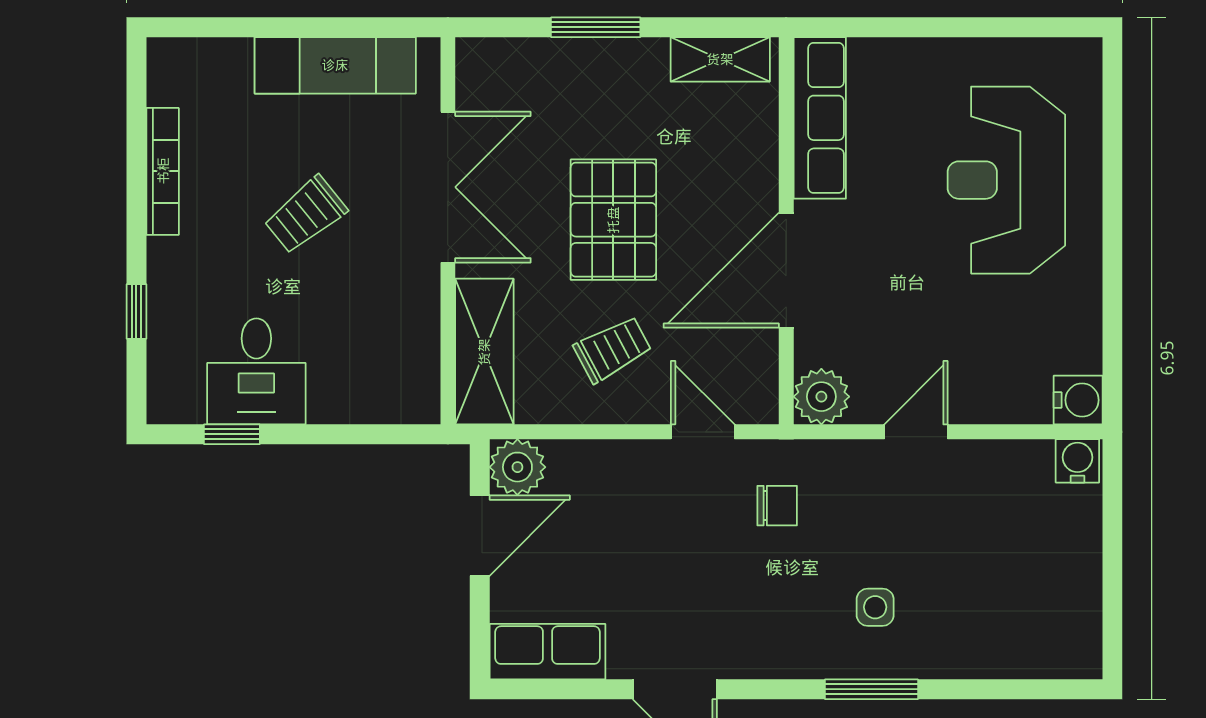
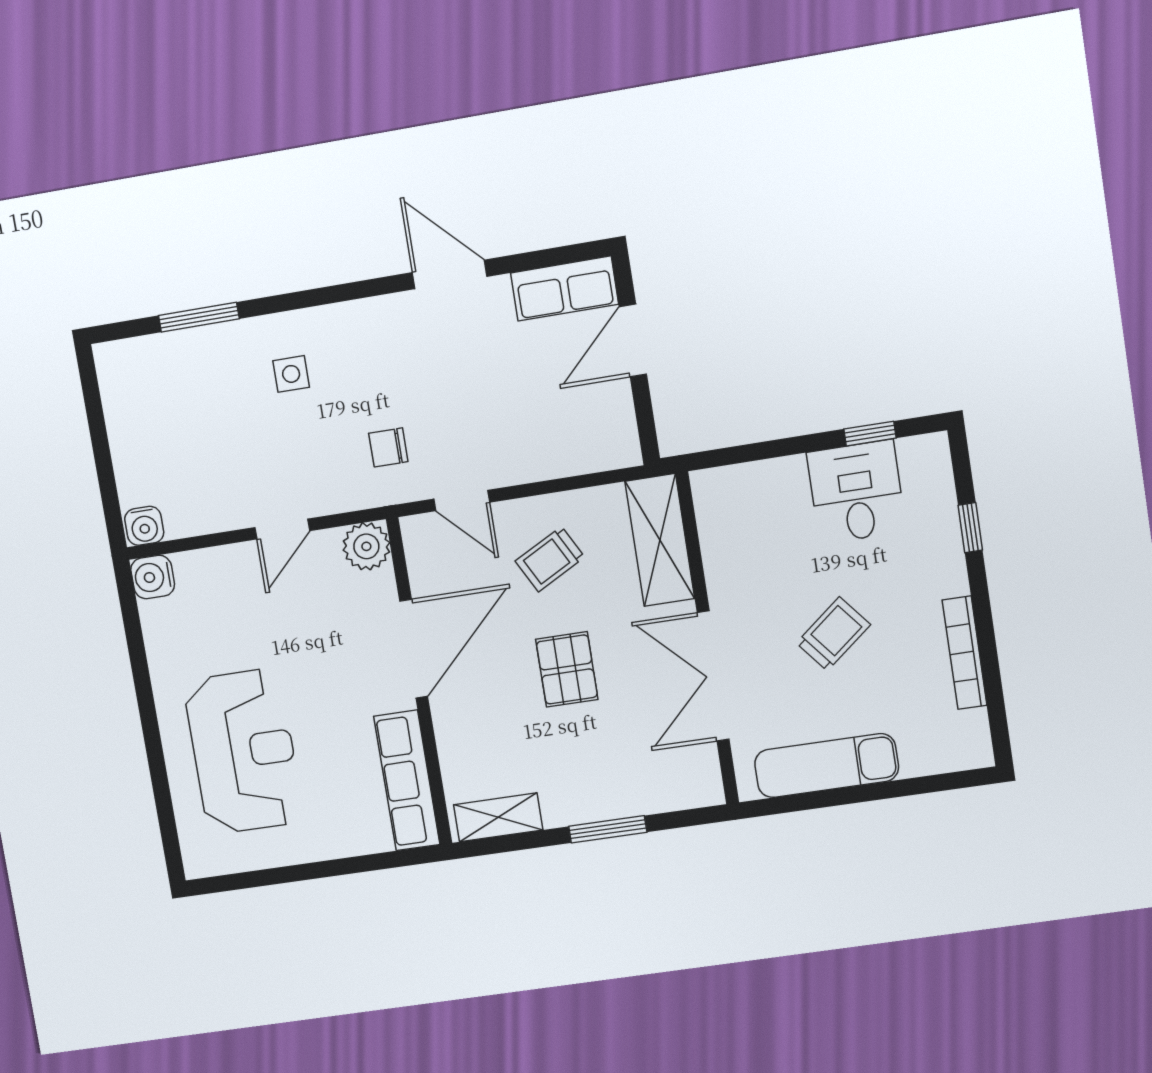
pallet: (613, 220) -> (567, 669), width x0.67, depth x0.71
plant: (517, 467) -> (616, 445), removed
door: (480, 536) -> (633, 341), moved
window: (871, 689) -> (199, 317), moved

